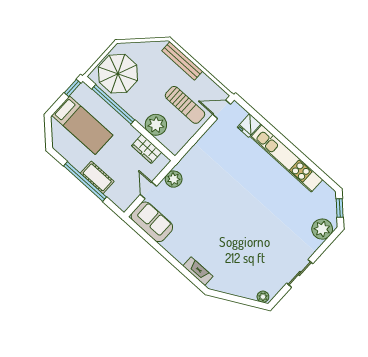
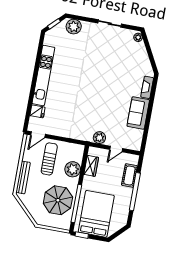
parasol: (118, 74) -> (58, 200), moved
door: (222, 109) -> (38, 135), hinge flipped
bed: (82, 125) -> (96, 214), width x1.50
cot: (97, 177) -> (129, 176), moved
sofa: (152, 222) -> (138, 113), moved

